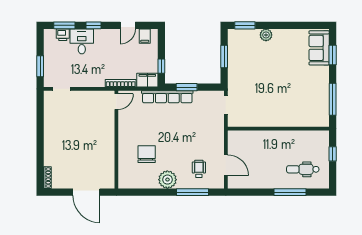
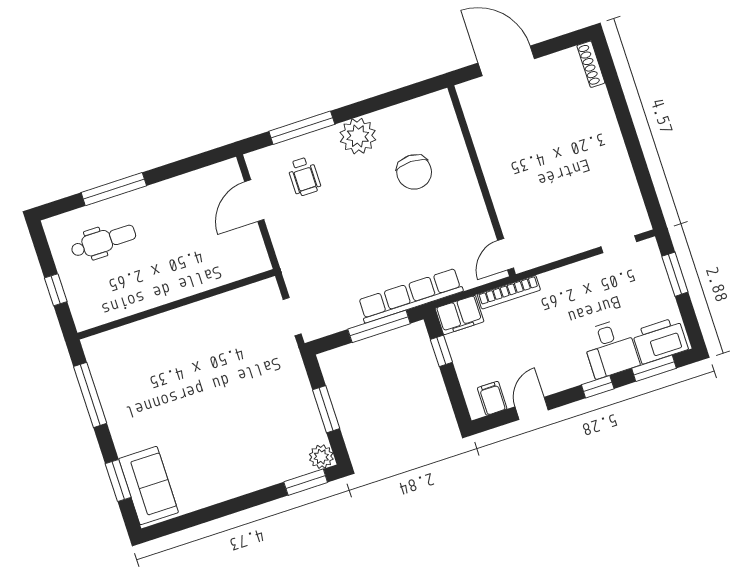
printer: (63, 35) -> (660, 340), width x1.87, depth x1.48
plant: (266, 35) -> (321, 457), moved
window: (187, 87) -> (379, 326), width x1.44
door: (226, 165) -> (254, 201), hinge flipped

